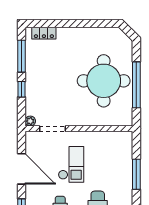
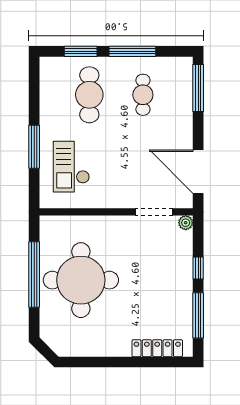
locker: (44, 33) -> (157, 348), width x1.53
checkout: (71, 164) -> (71, 167), moved
door: (21, 169) -> (198, 172), moved

